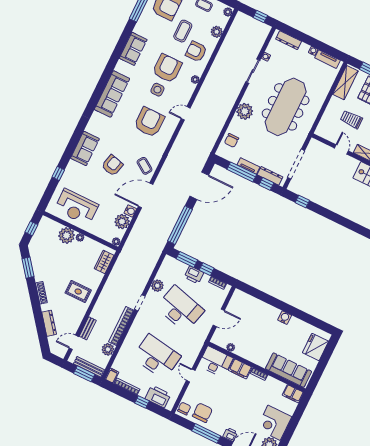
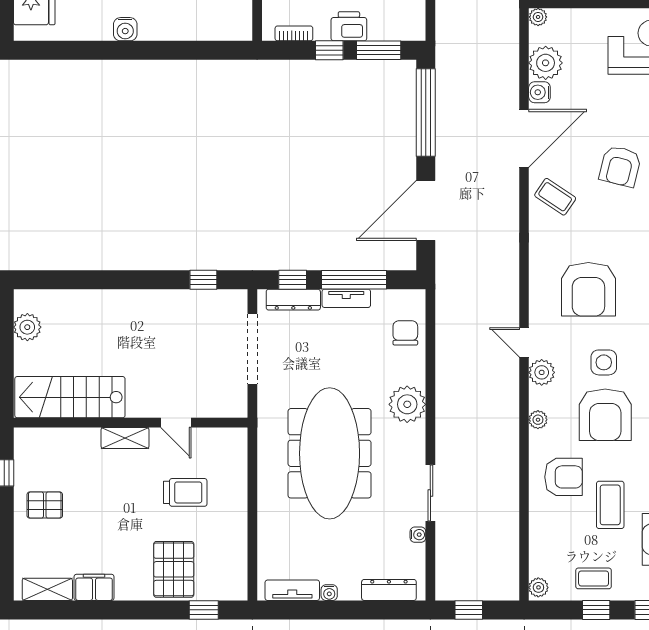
plant: (217, 32) -> (542, 372), moved
shelving: (345, 83) -> (233, 560), removed
door: (186, 113) -> (524, 342), swing flipped

